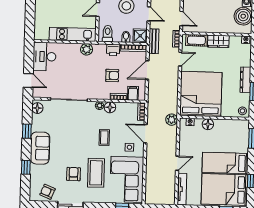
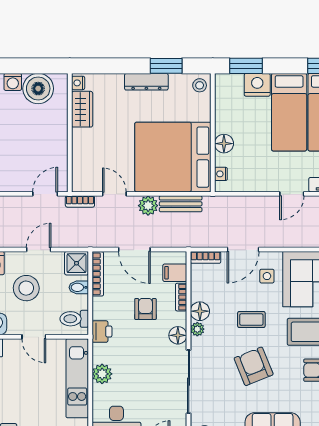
cot: (196, 40) -> (81, 167), removed
bench: (154, 41) -> (181, 204), moved
wardrobe: (218, 41) -> (82, 109), moved
plant: (87, 49) -> (102, 374), moved
printer: (113, 50) -> (102, 332), moved
floor lamp: (96, 94) -> (178, 335), added
plant: (172, 120) -> (148, 206), moved
armchair: (77, 138) -> (254, 366), added
nightstand: (242, 145) -> (257, 85), added
door: (177, 163) -> (292, 194), swing flipped

